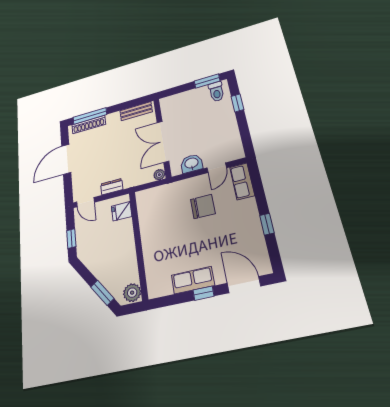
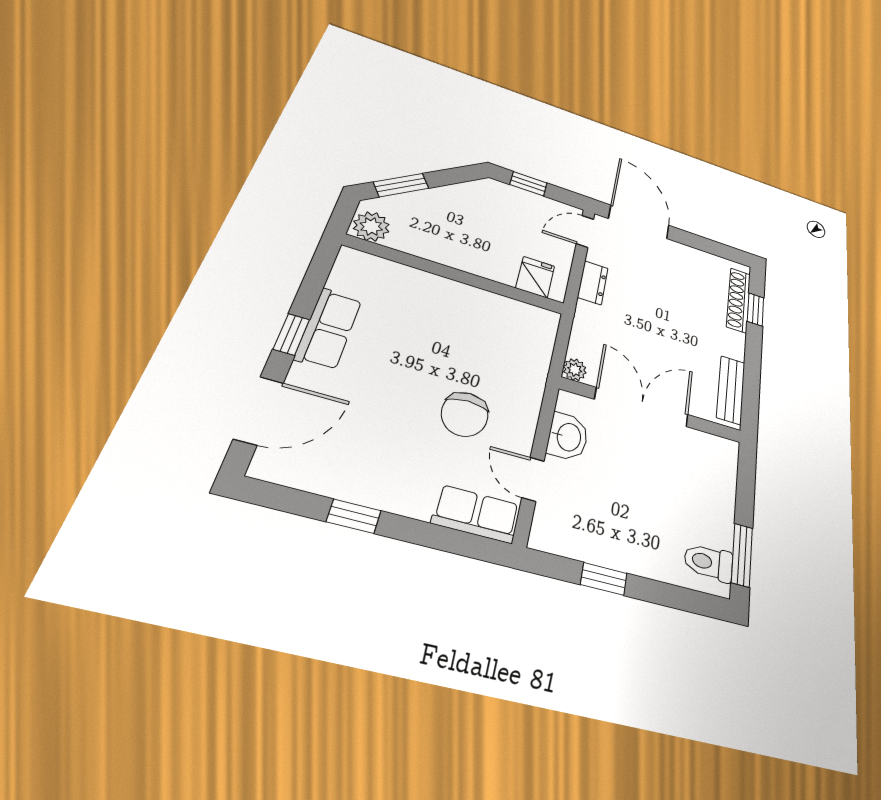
window: (237, 103) -> (604, 579), moved
window: (90, 116) -> (756, 309), width x0.46
door: (66, 159) -> (639, 222), moved

